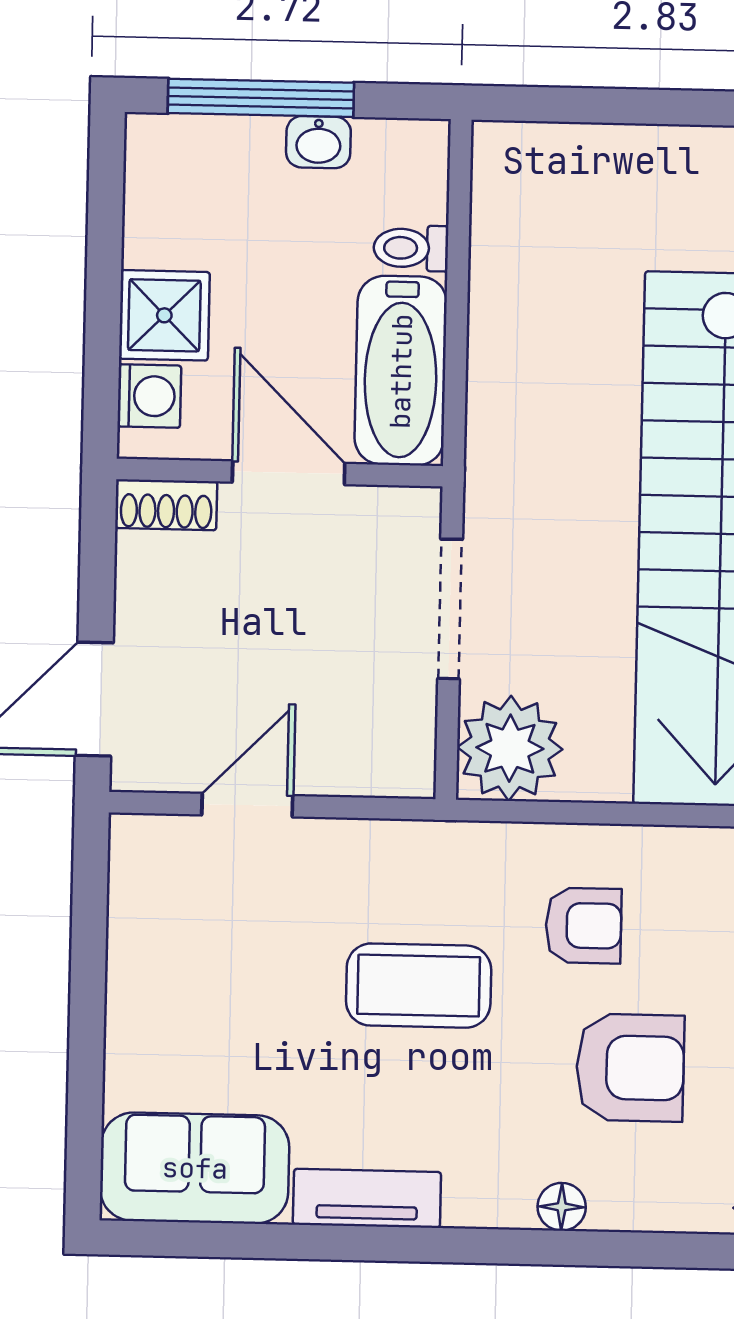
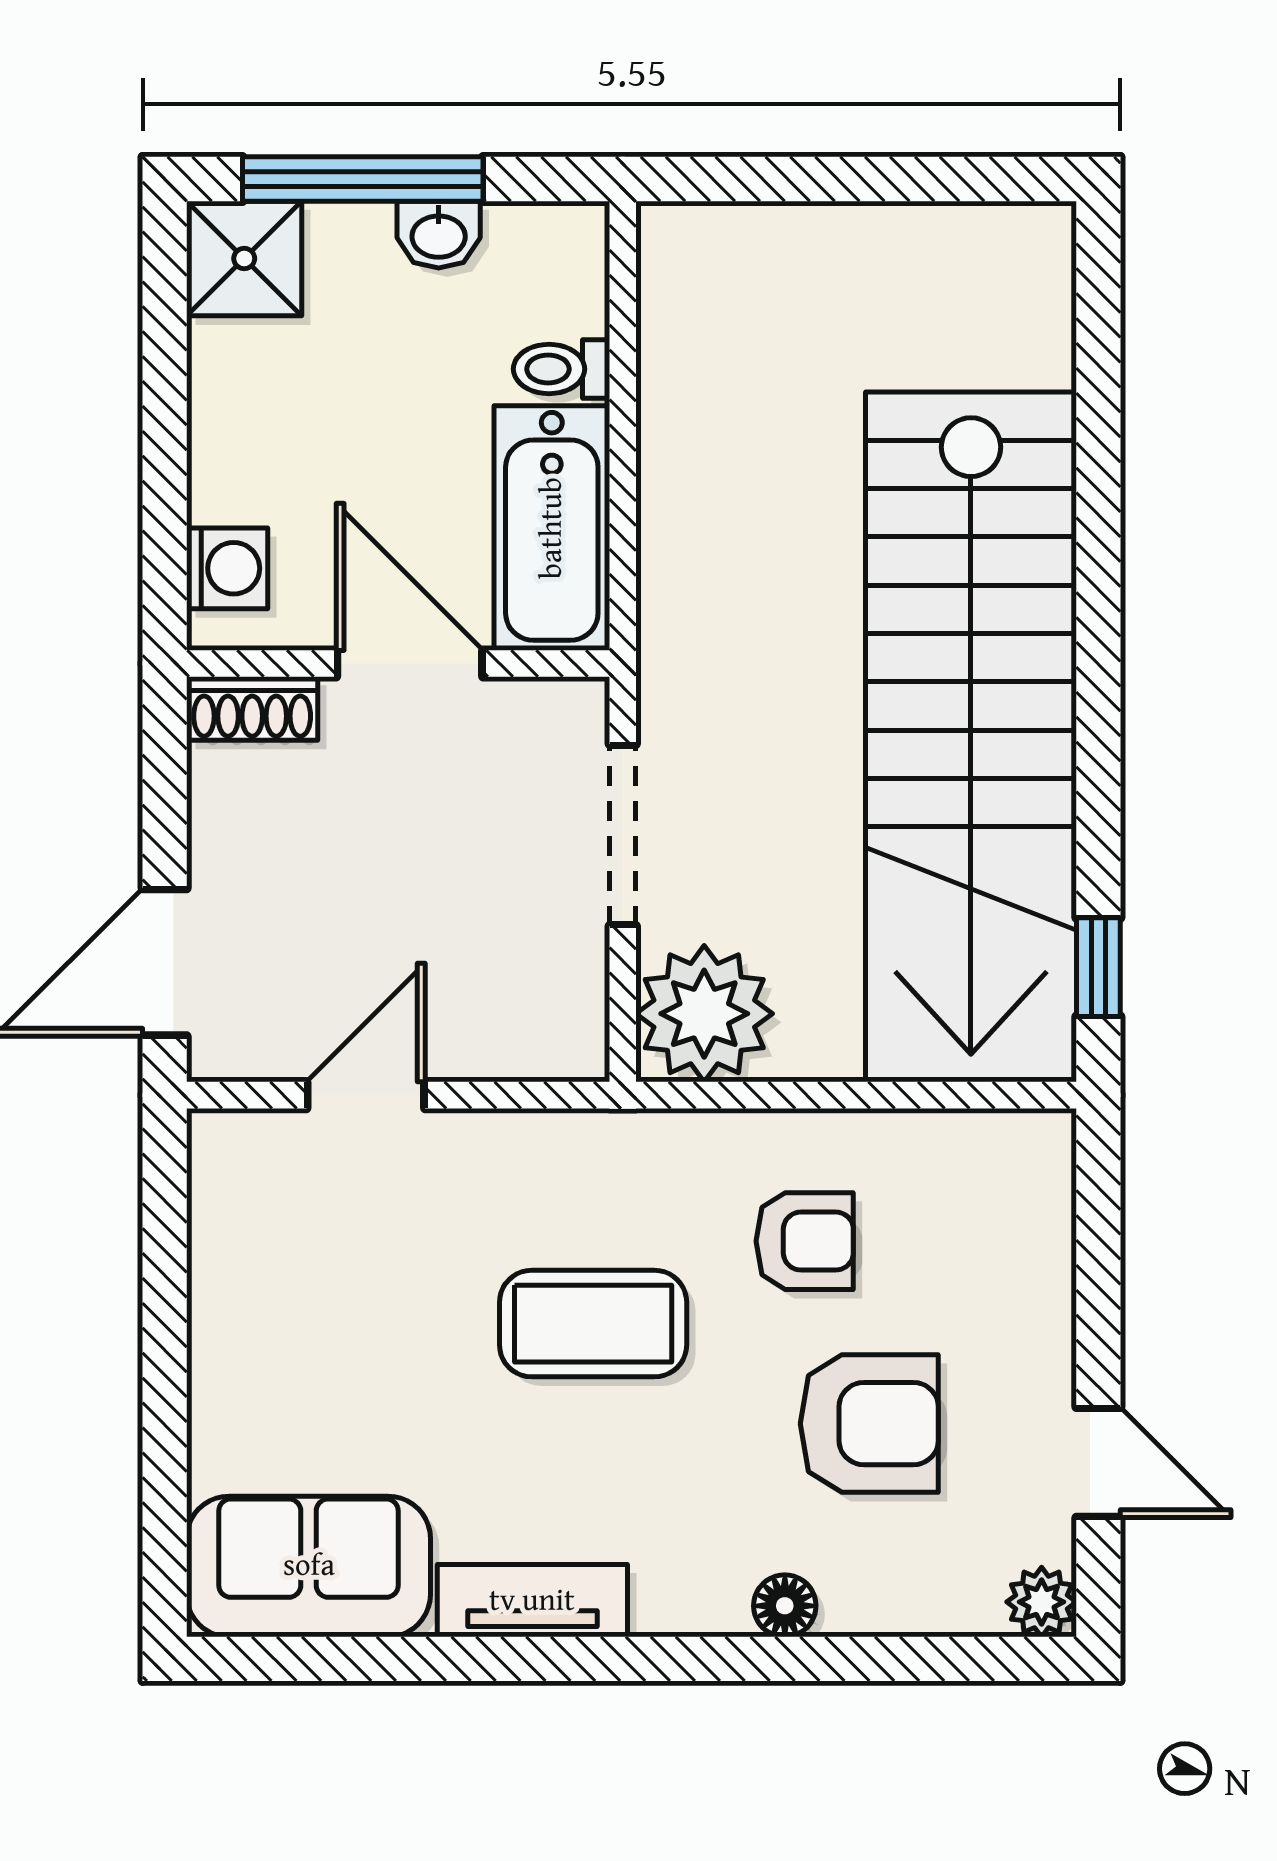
shower: (164, 315) -> (244, 258), moved

